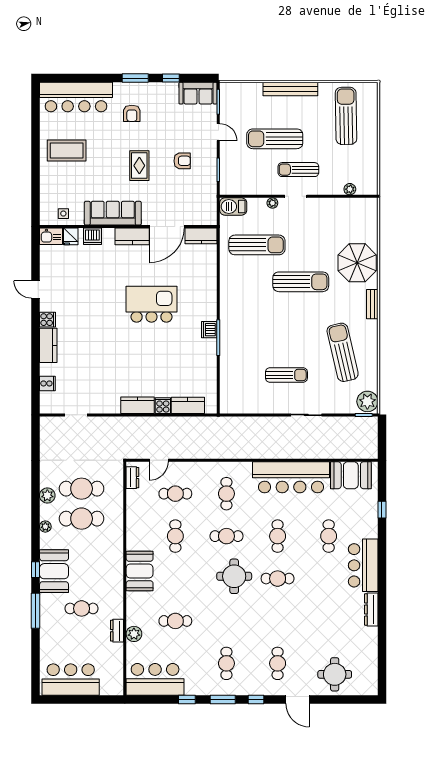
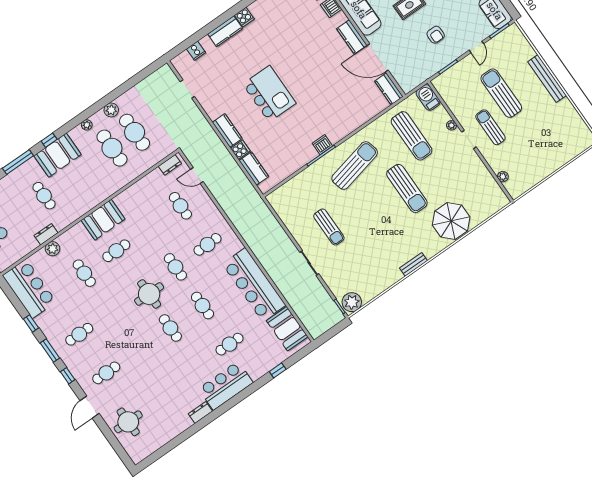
sun lounger: (346, 116) -> (556, 135), removed
kitchen island: (151, 304) -> (269, 94), moved
bench: (372, 304) -> (413, 264), moved
sun lounger: (343, 352) -> (355, 166), moved
cafe table: (175, 536) -> (116, 251), moved
cafe table: (278, 536) -> (202, 305), turned 90
dresser: (371, 610) -> (200, 412), width x0.70

